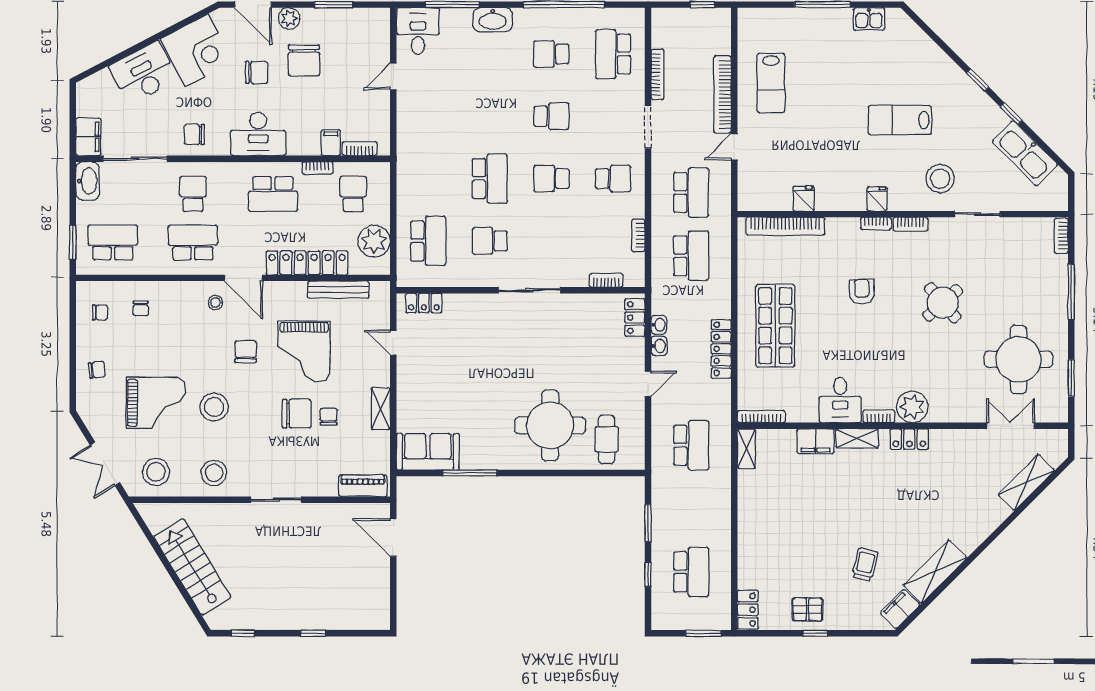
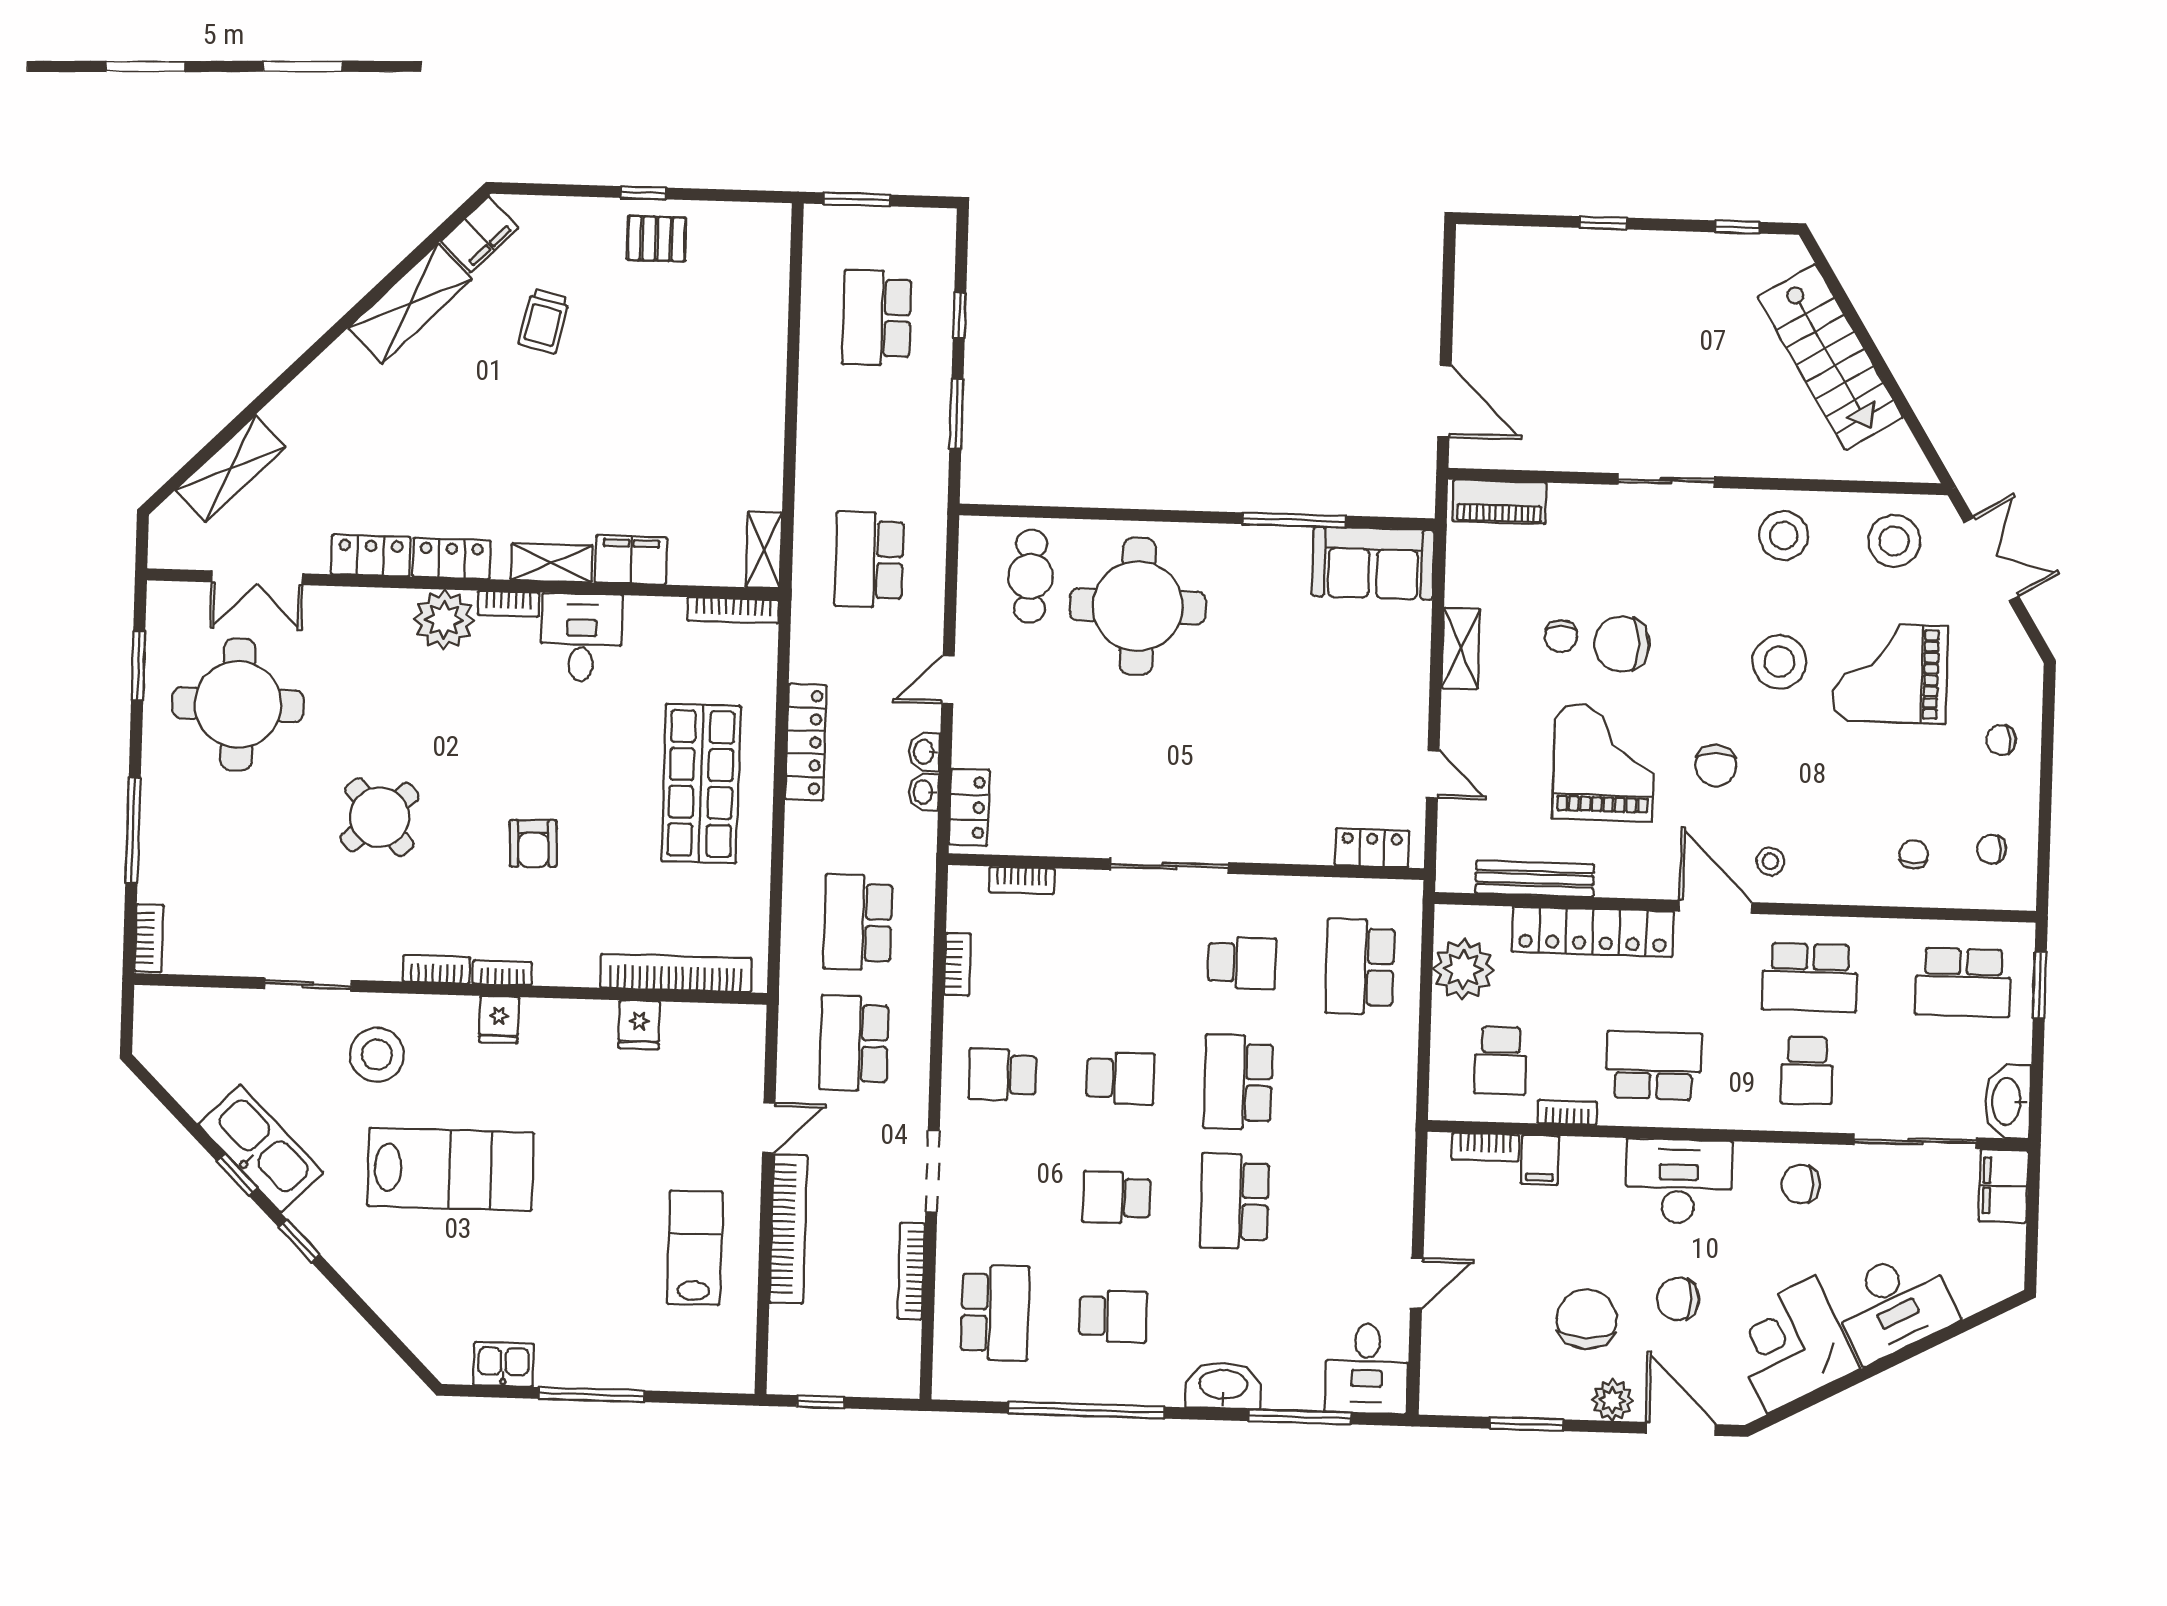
school desk: (490, 116) -> (1234, 1201), added
lab bench: (900, 120) -> (450, 1169), width x1.36, depth x1.39
chair: (194, 134) -> (1801, 1184), turned 180
kitchen sink: (1025, 153) -> (261, 1148), moved
locker: (748, 610) -> (371, 556), moved, turned 90

